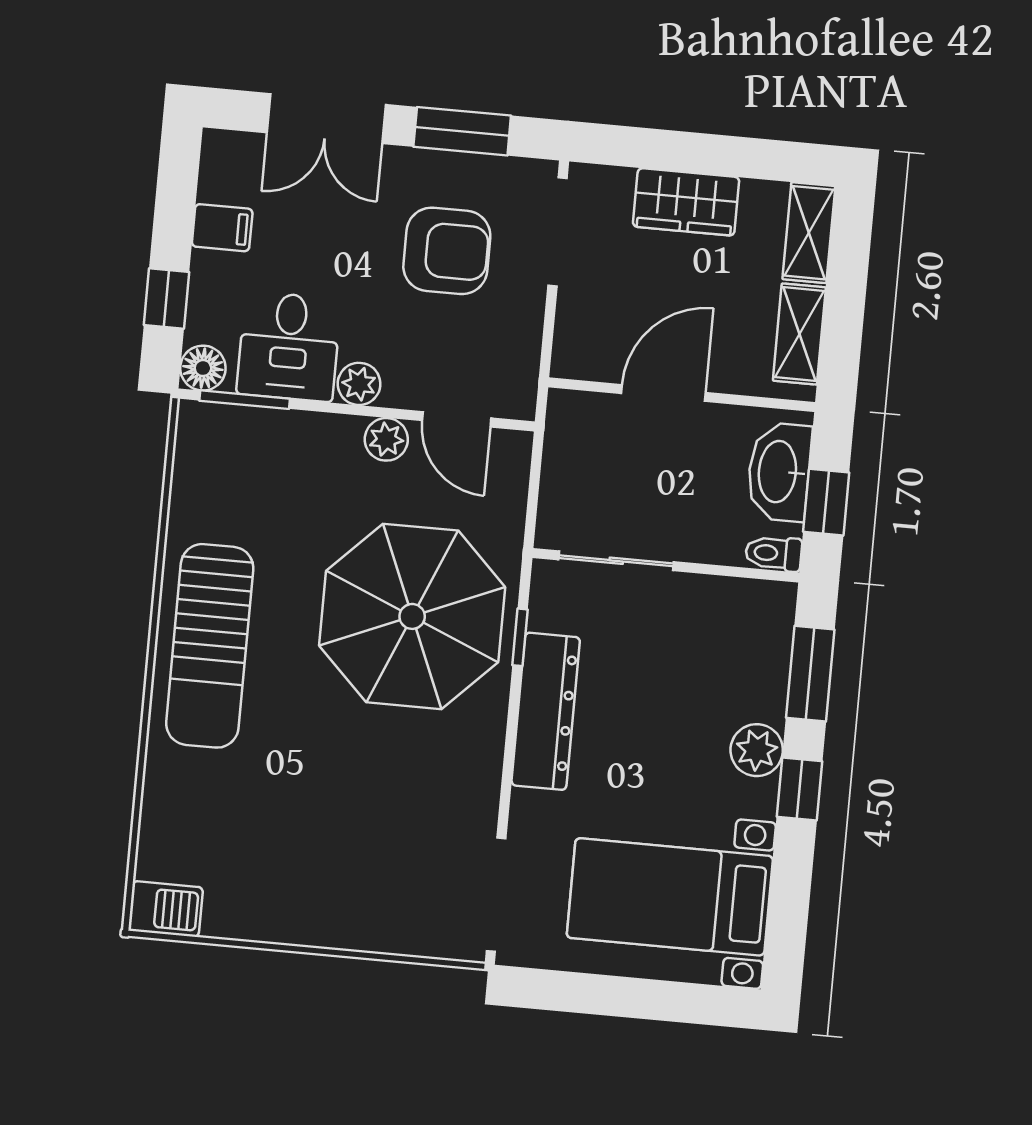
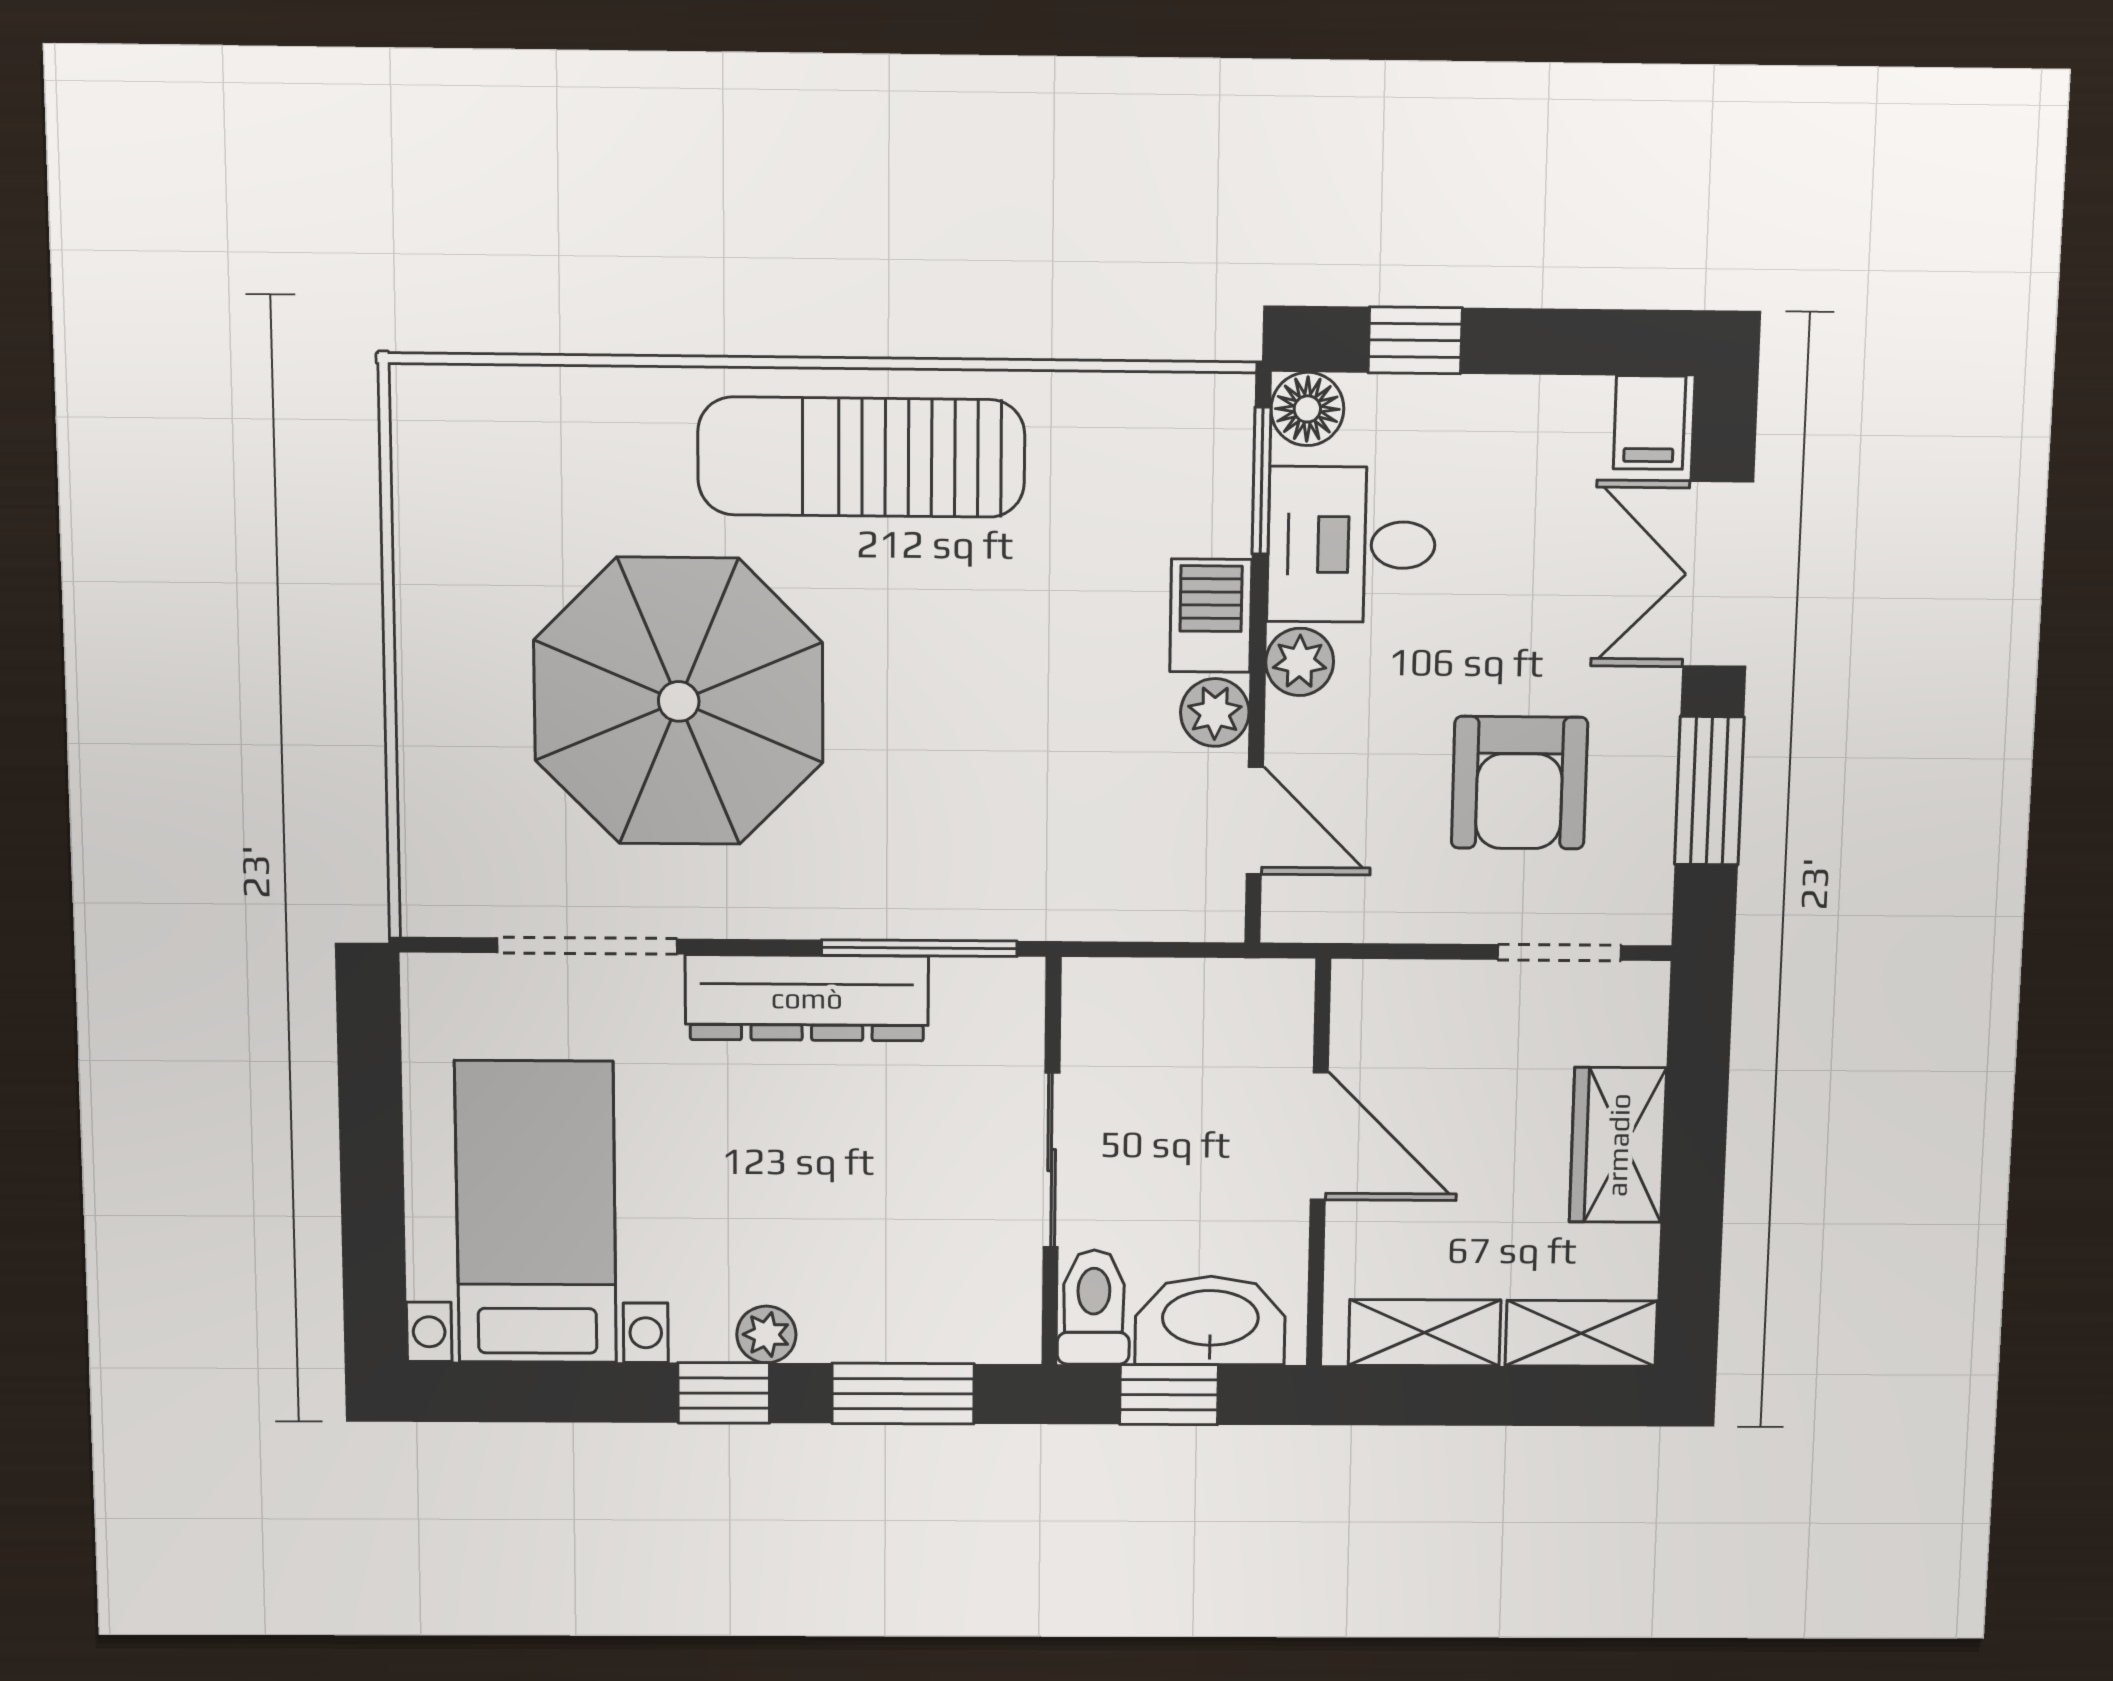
filing cabinet: (222, 228) -> (1649, 423), moved
doorway: (558, 232) -> (1560, 952), width x0.73
door: (457, 419) -> (1255, 820), swing flipped
toilet: (774, 553) -> (1094, 1307), width x1.37, depth x1.39
sliding door: (616, 561) -> (1052, 1160), moved
parasol: (412, 616) -> (679, 701), moved
window: (520, 637) -> (919, 948), width x2.17
plant: (757, 750) -> (766, 1334), width x0.73, depth x0.73
doorway: (496, 895) -> (587, 946), moved
barbecue: (166, 909) -> (1211, 616), moved, turned 180

